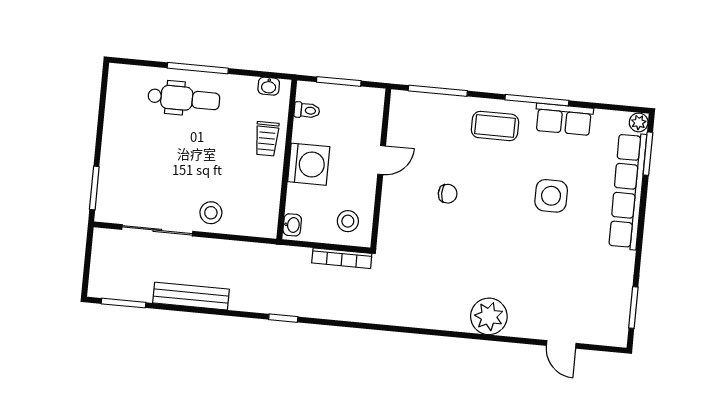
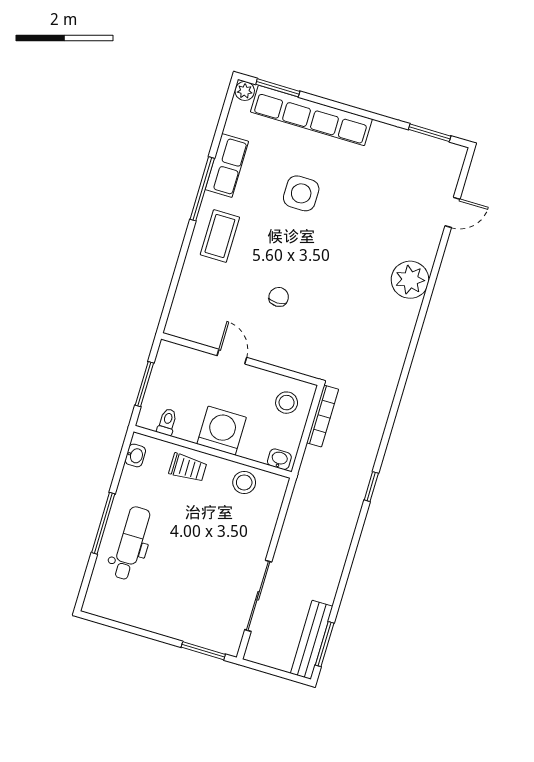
window: (438, 91) -> (173, 286), removed
stool: (211, 213) -> (244, 482), moved
bench: (191, 296) -> (312, 640), moved

